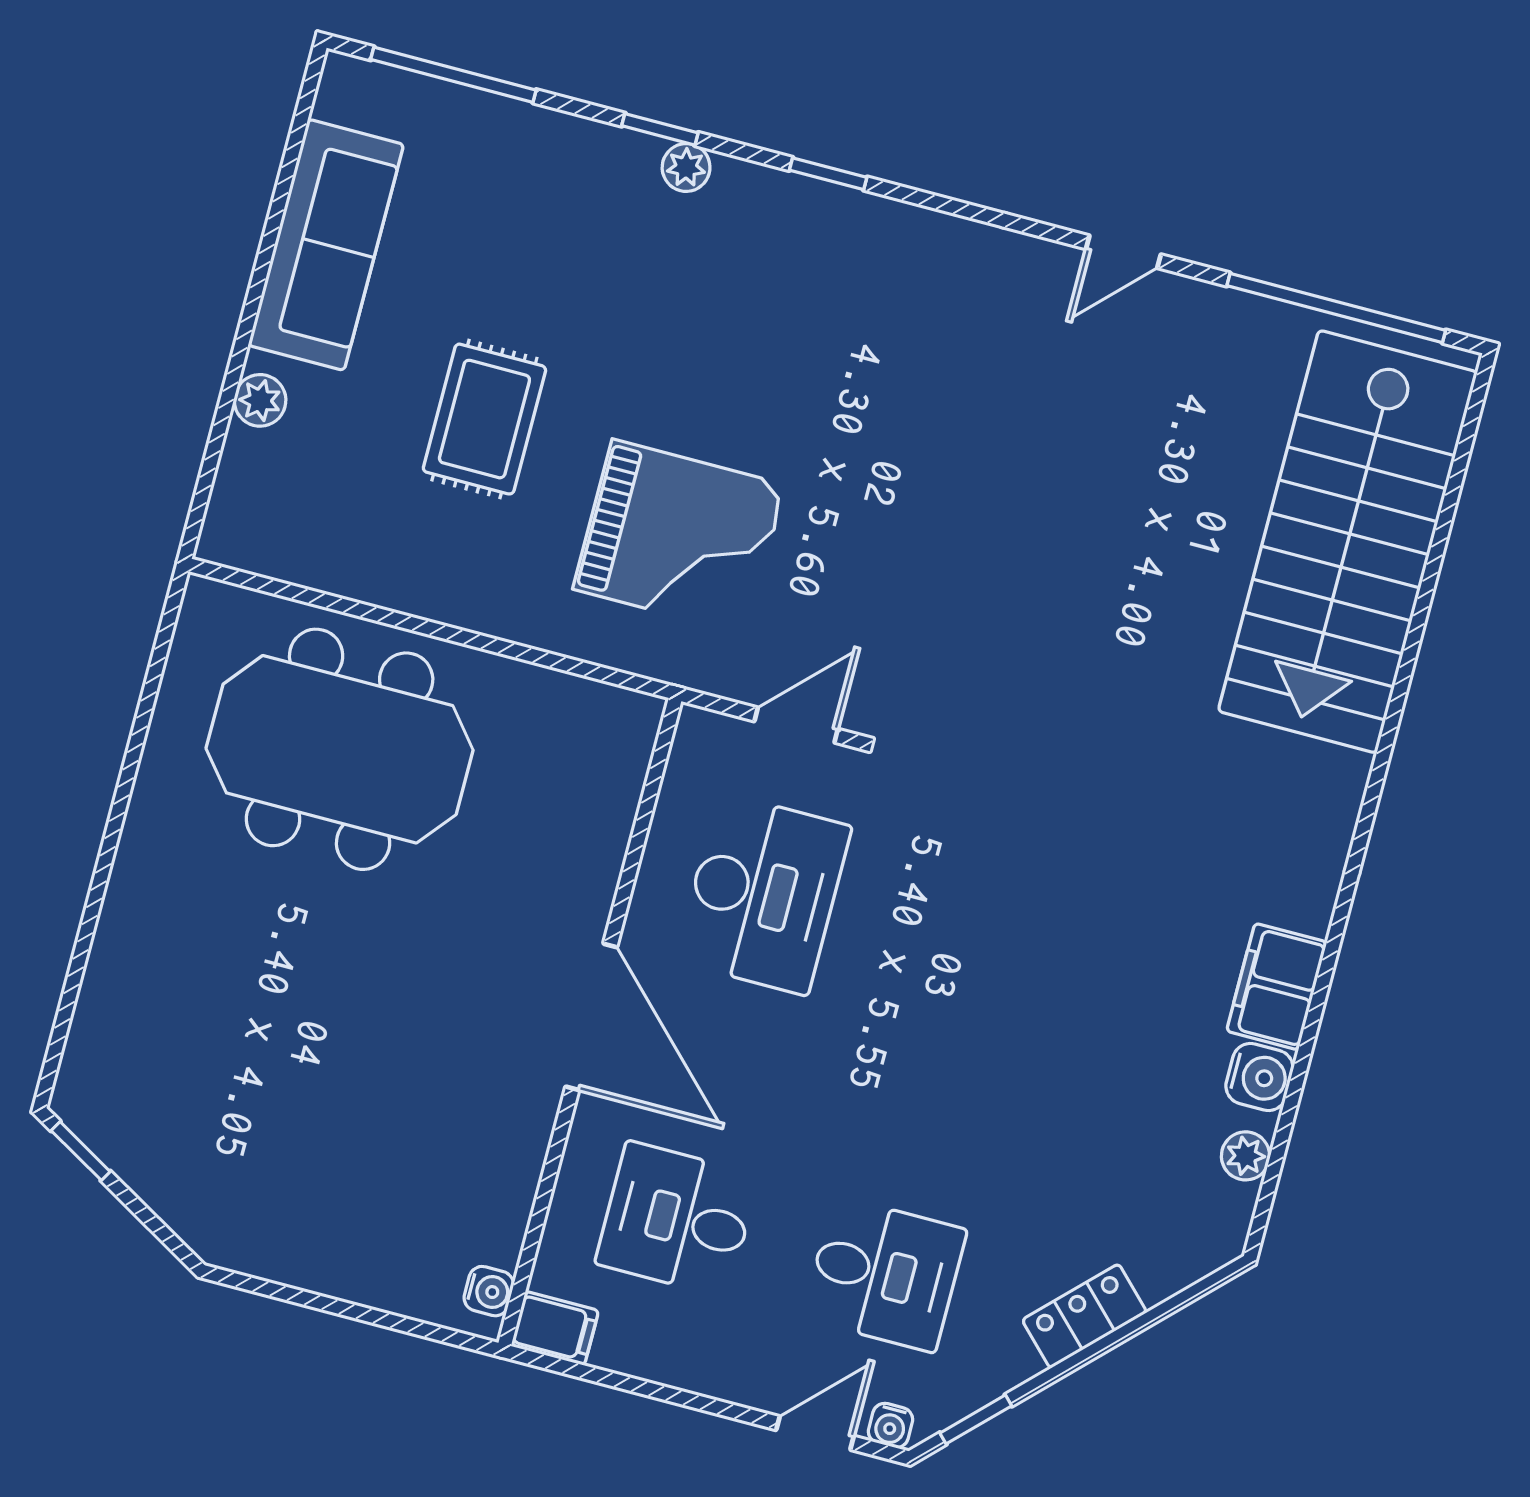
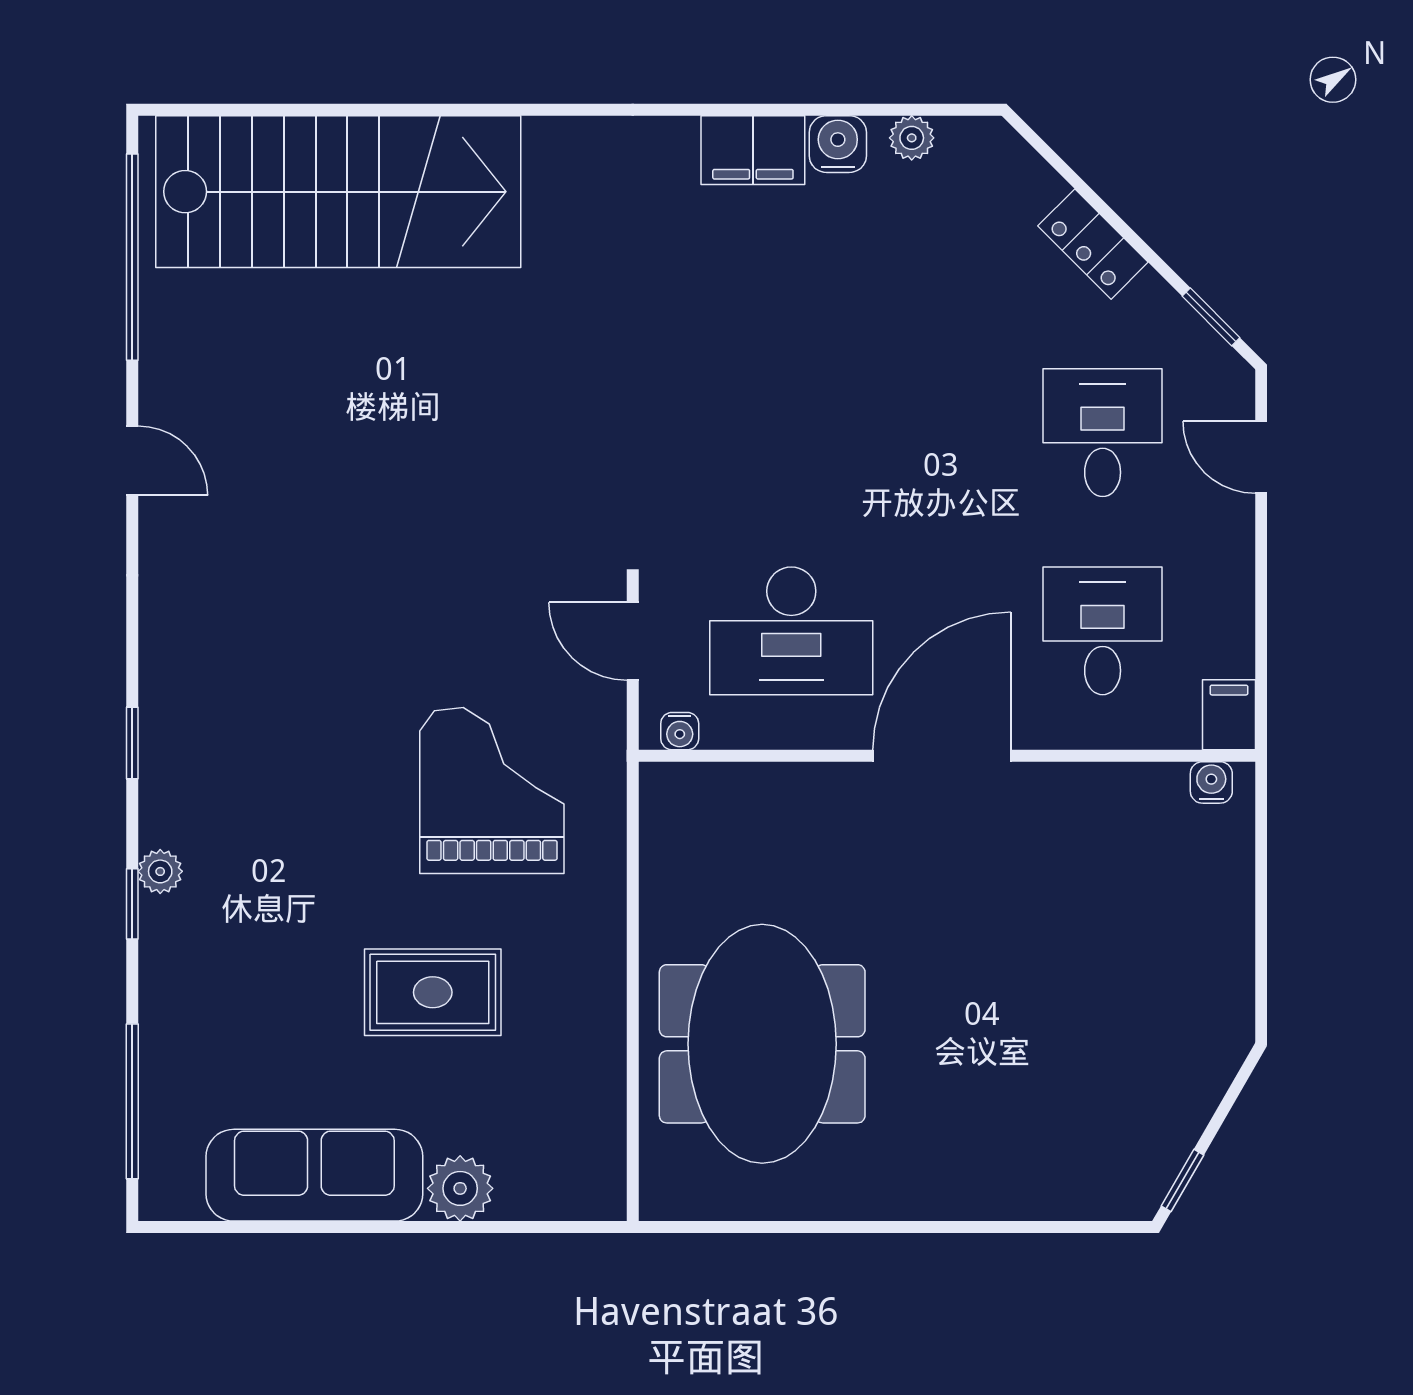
plant: (260, 400) -> (460, 1188), width x1.38, depth x1.38
desk: (763, 894) -> (791, 631), turned 180
desk: (677, 1219) -> (1103, 631), turned 180
water cooler: (890, 1425) -> (680, 731), moved, turned 90

